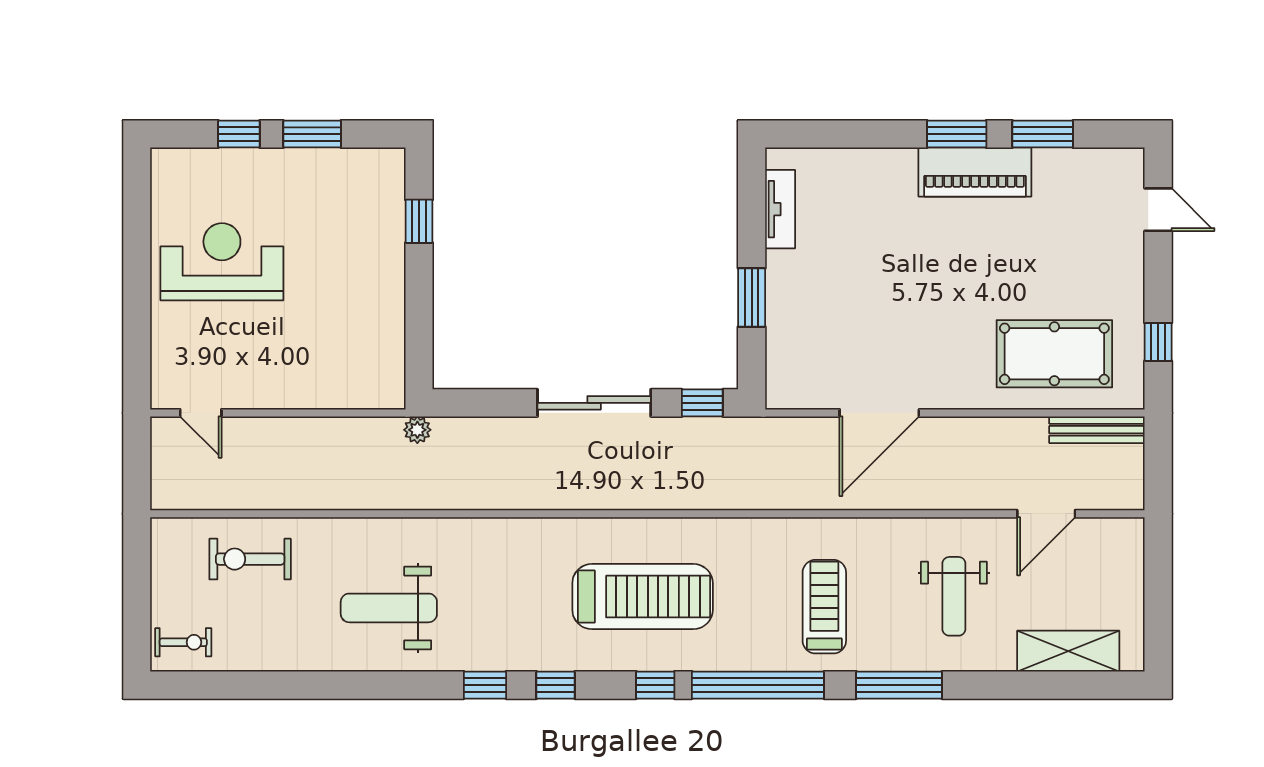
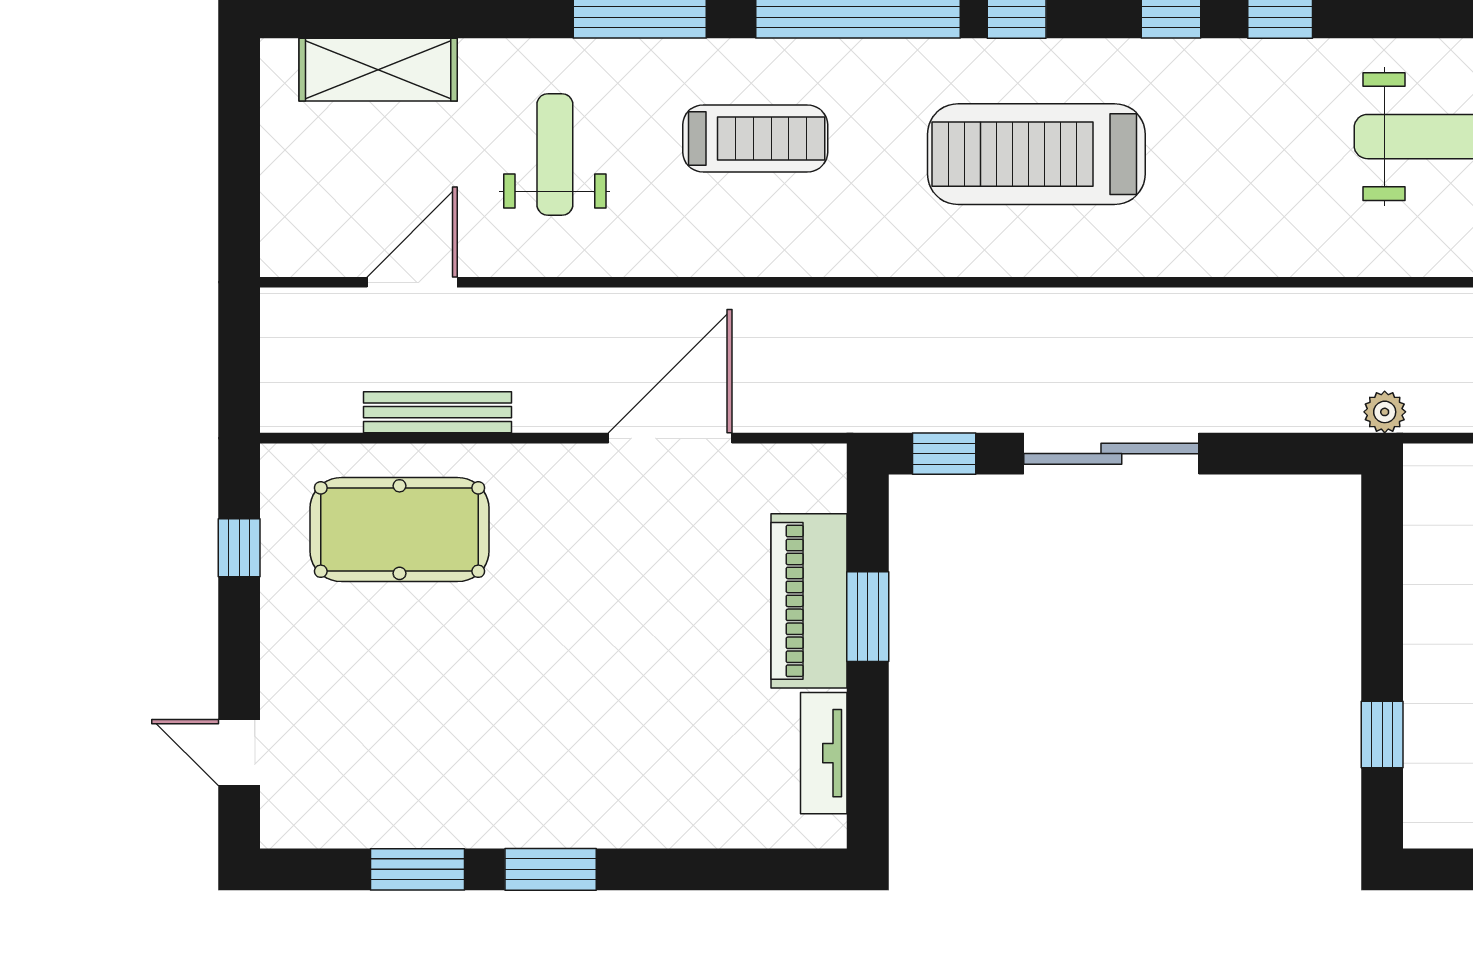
piano: (975, 172) -> (809, 601), moved, turned -90
bench: (1097, 430) -> (437, 412), moved
treadmill: (824, 607) -> (755, 138), turned -90

